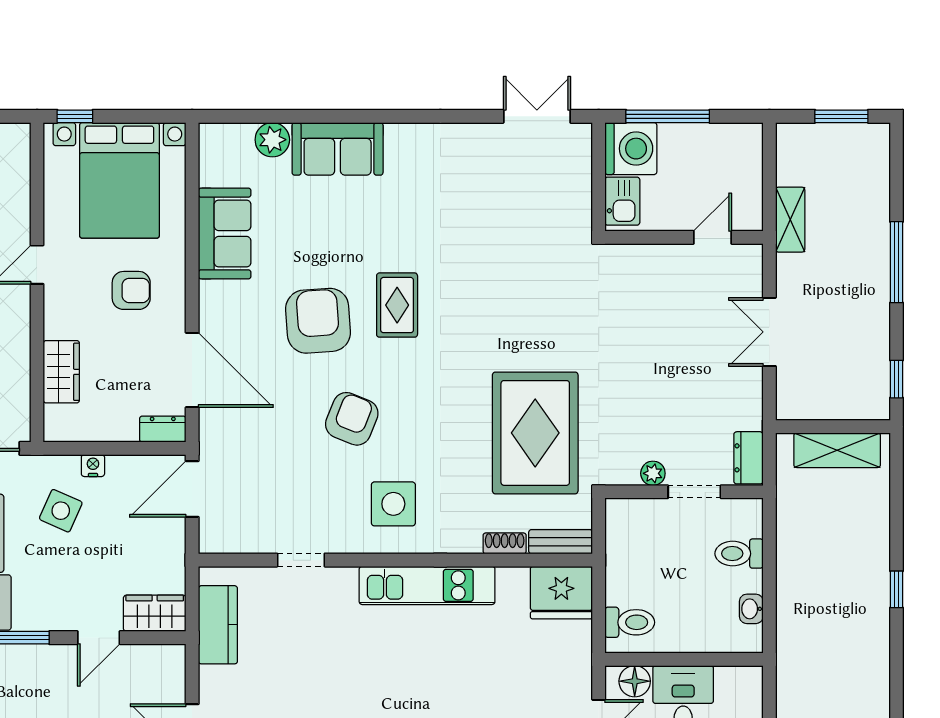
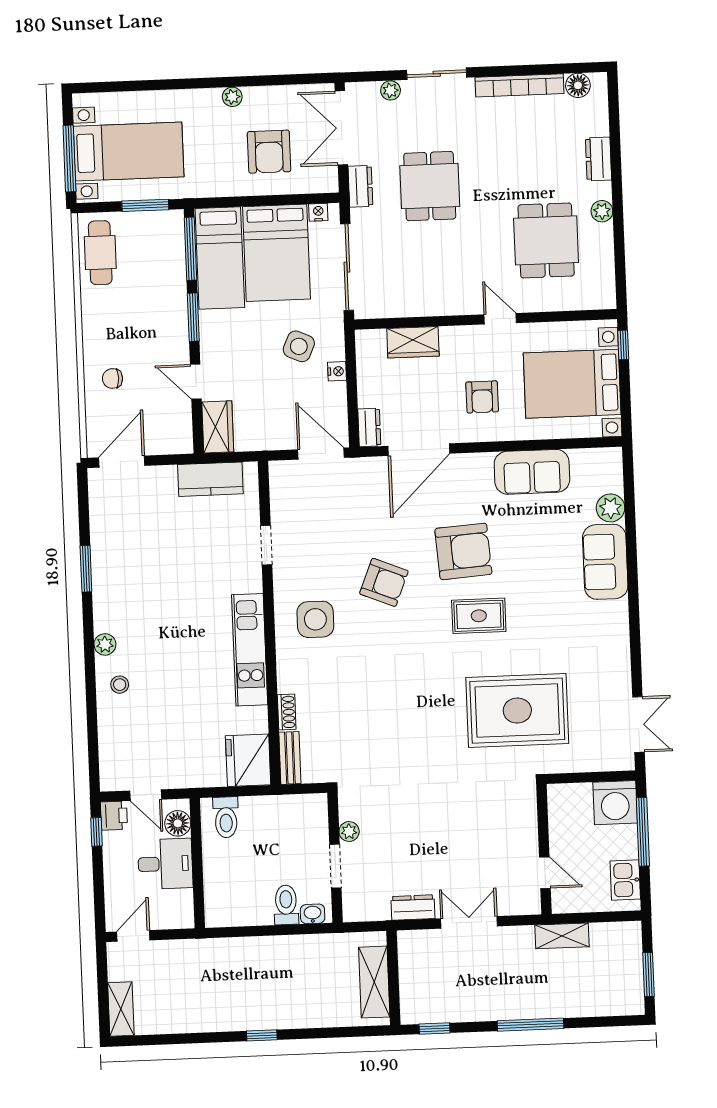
kitchen sink: (622, 201) -> (625, 880), moved, turned 90
rug: (535, 433) -> (517, 711), moved
dresser: (748, 458) -> (413, 908), moved
washbasin: (751, 609) -> (313, 914), moved

